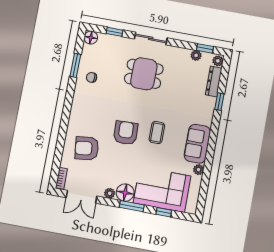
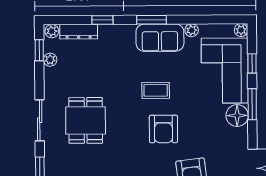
armchair: (126, 133) -> (163, 129), turned -88
window: (213, 140) -> (151, 20), added
plant: (110, 193) -> (241, 30), moved

